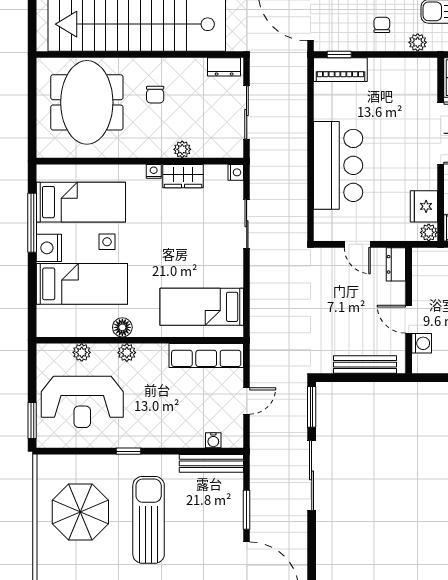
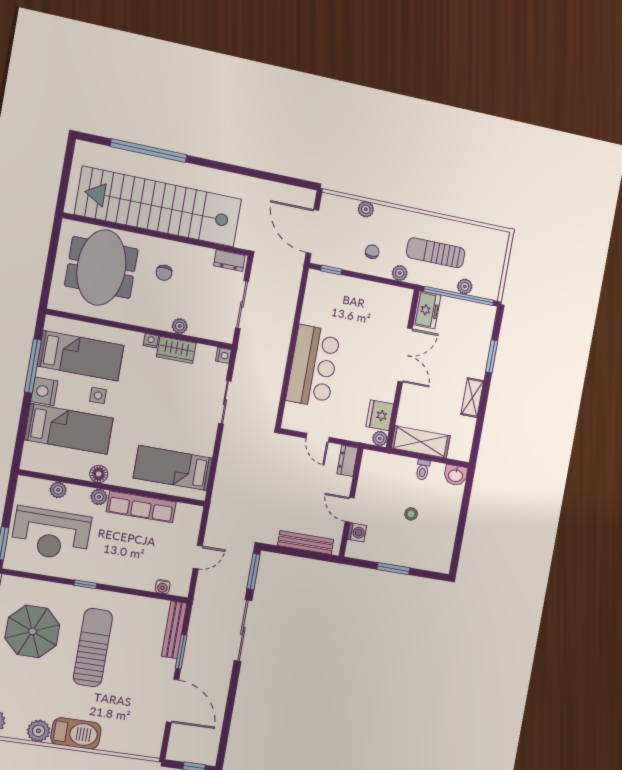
piano: (340, 70) -> (330, 283), removed
row of seats: (206, 356) -> (141, 507), moved
bench: (211, 463) -> (174, 630), moved, turned 90

